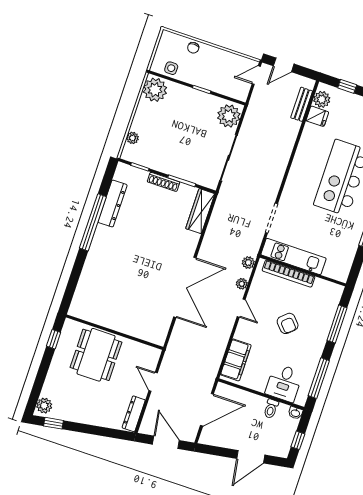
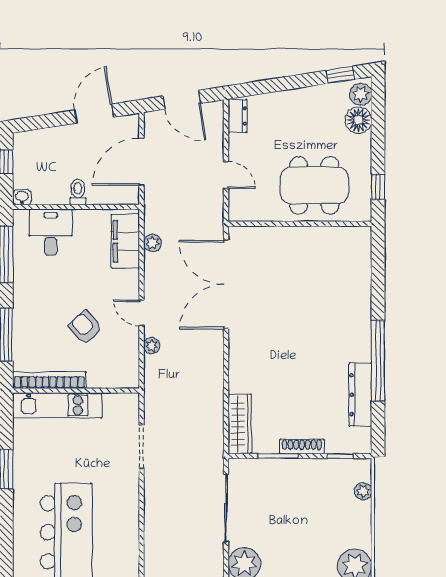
kitchen unit: (294, 256) -> (57, 405), moved
plant: (248, 263) -> (152, 243), moved
bookcase: (289, 274) -> (49, 380), moved
double door: (185, 287) -> (226, 285), moved
armchair: (288, 323) -> (85, 327), moved
dining table: (96, 355) -> (314, 185), turned 90
floor lamp: (52, 389) -> (358, 120), added
toilet: (271, 409) -> (78, 192), moved
dresser: (134, 414) -> (237, 116), width x0.70
door: (251, 457) -> (94, 114), moved

